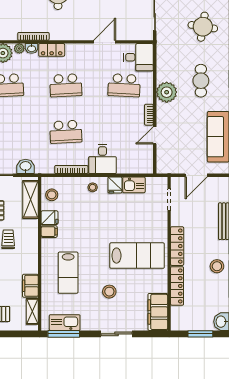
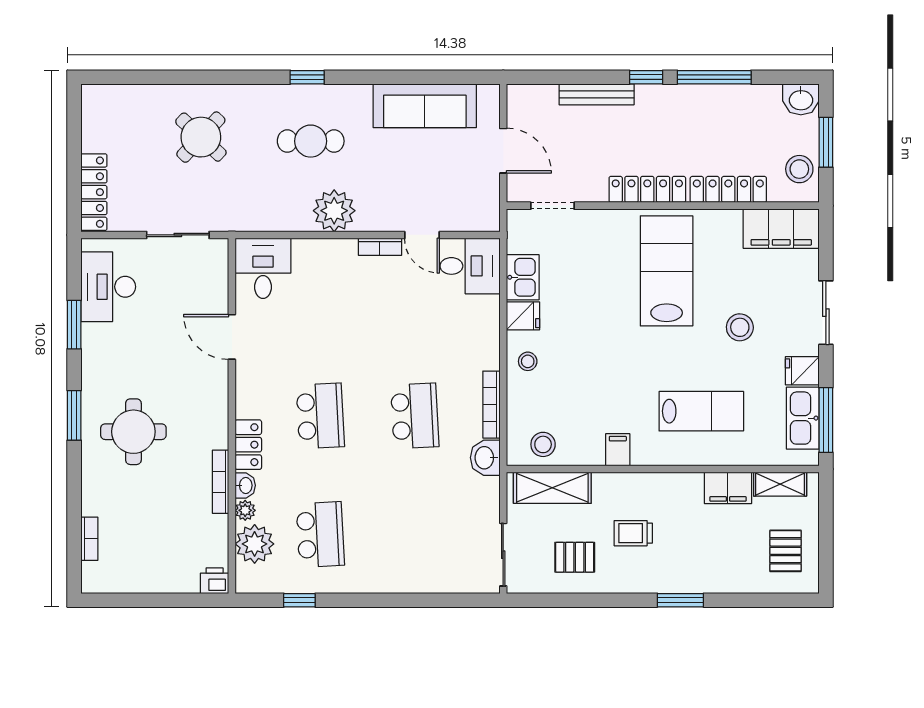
round table: (203, 27) -> (201, 137), turned 34
school desk: (124, 85) -> (320, 297), removed
desk: (103, 159) -> (470, 266), moved
washbasin: (26, 166) -> (485, 458), moved
fridge: (50, 218) -> (802, 371), moved, turned -90
stool: (217, 266) -> (799, 169), moved

